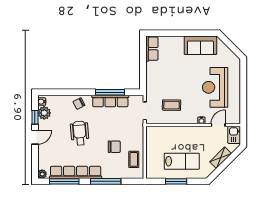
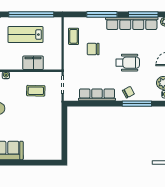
row of seats: (152, 49) -> (55, 147), removed
window: (110, 92) -> (137, 104), moved
wheelchair: (80, 133) -> (128, 63), turned -85
filing cabinet: (174, 133) -> (33, 63), added
window: (176, 181) -> (31, 14), width x2.11

